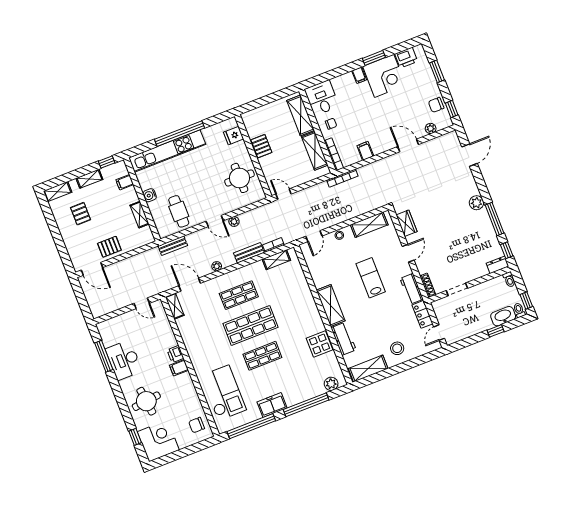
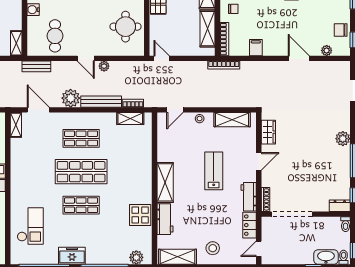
shelving: (139, 215) -> (16, 43), moved
bench: (249, 253) -> (101, 102), width x1.36
plant: (217, 266) -> (71, 98), width x1.88, depth x1.88
doorway: (457, 289) -> (292, 214), width x1.88
checkout: (224, 393) -> (30, 226), width x0.73, depth x0.83

